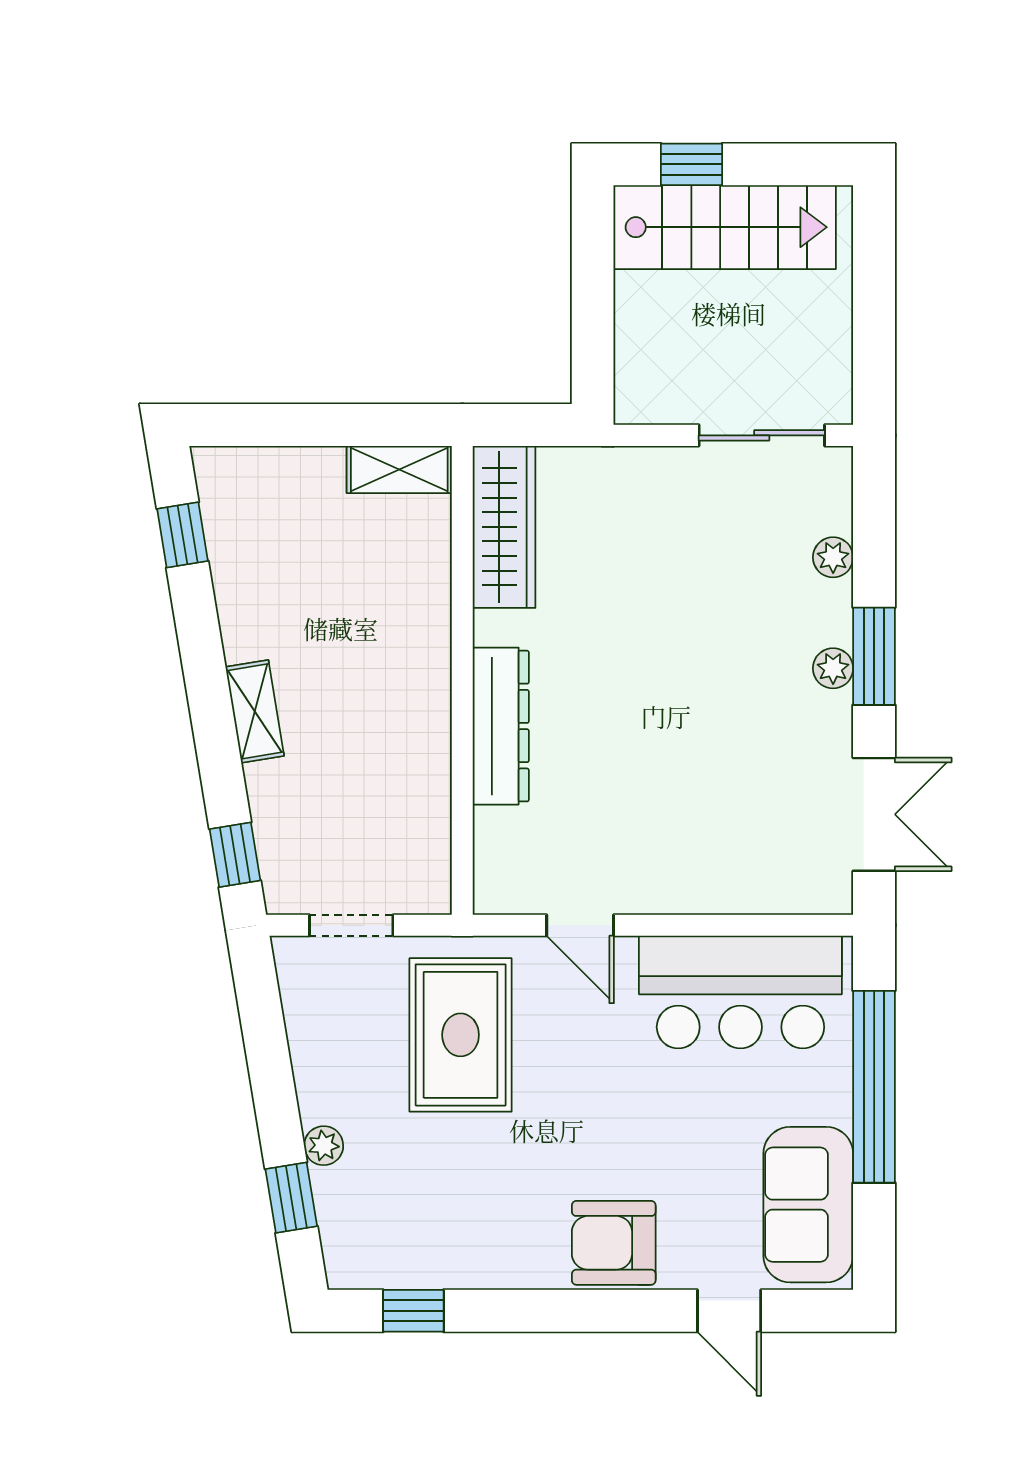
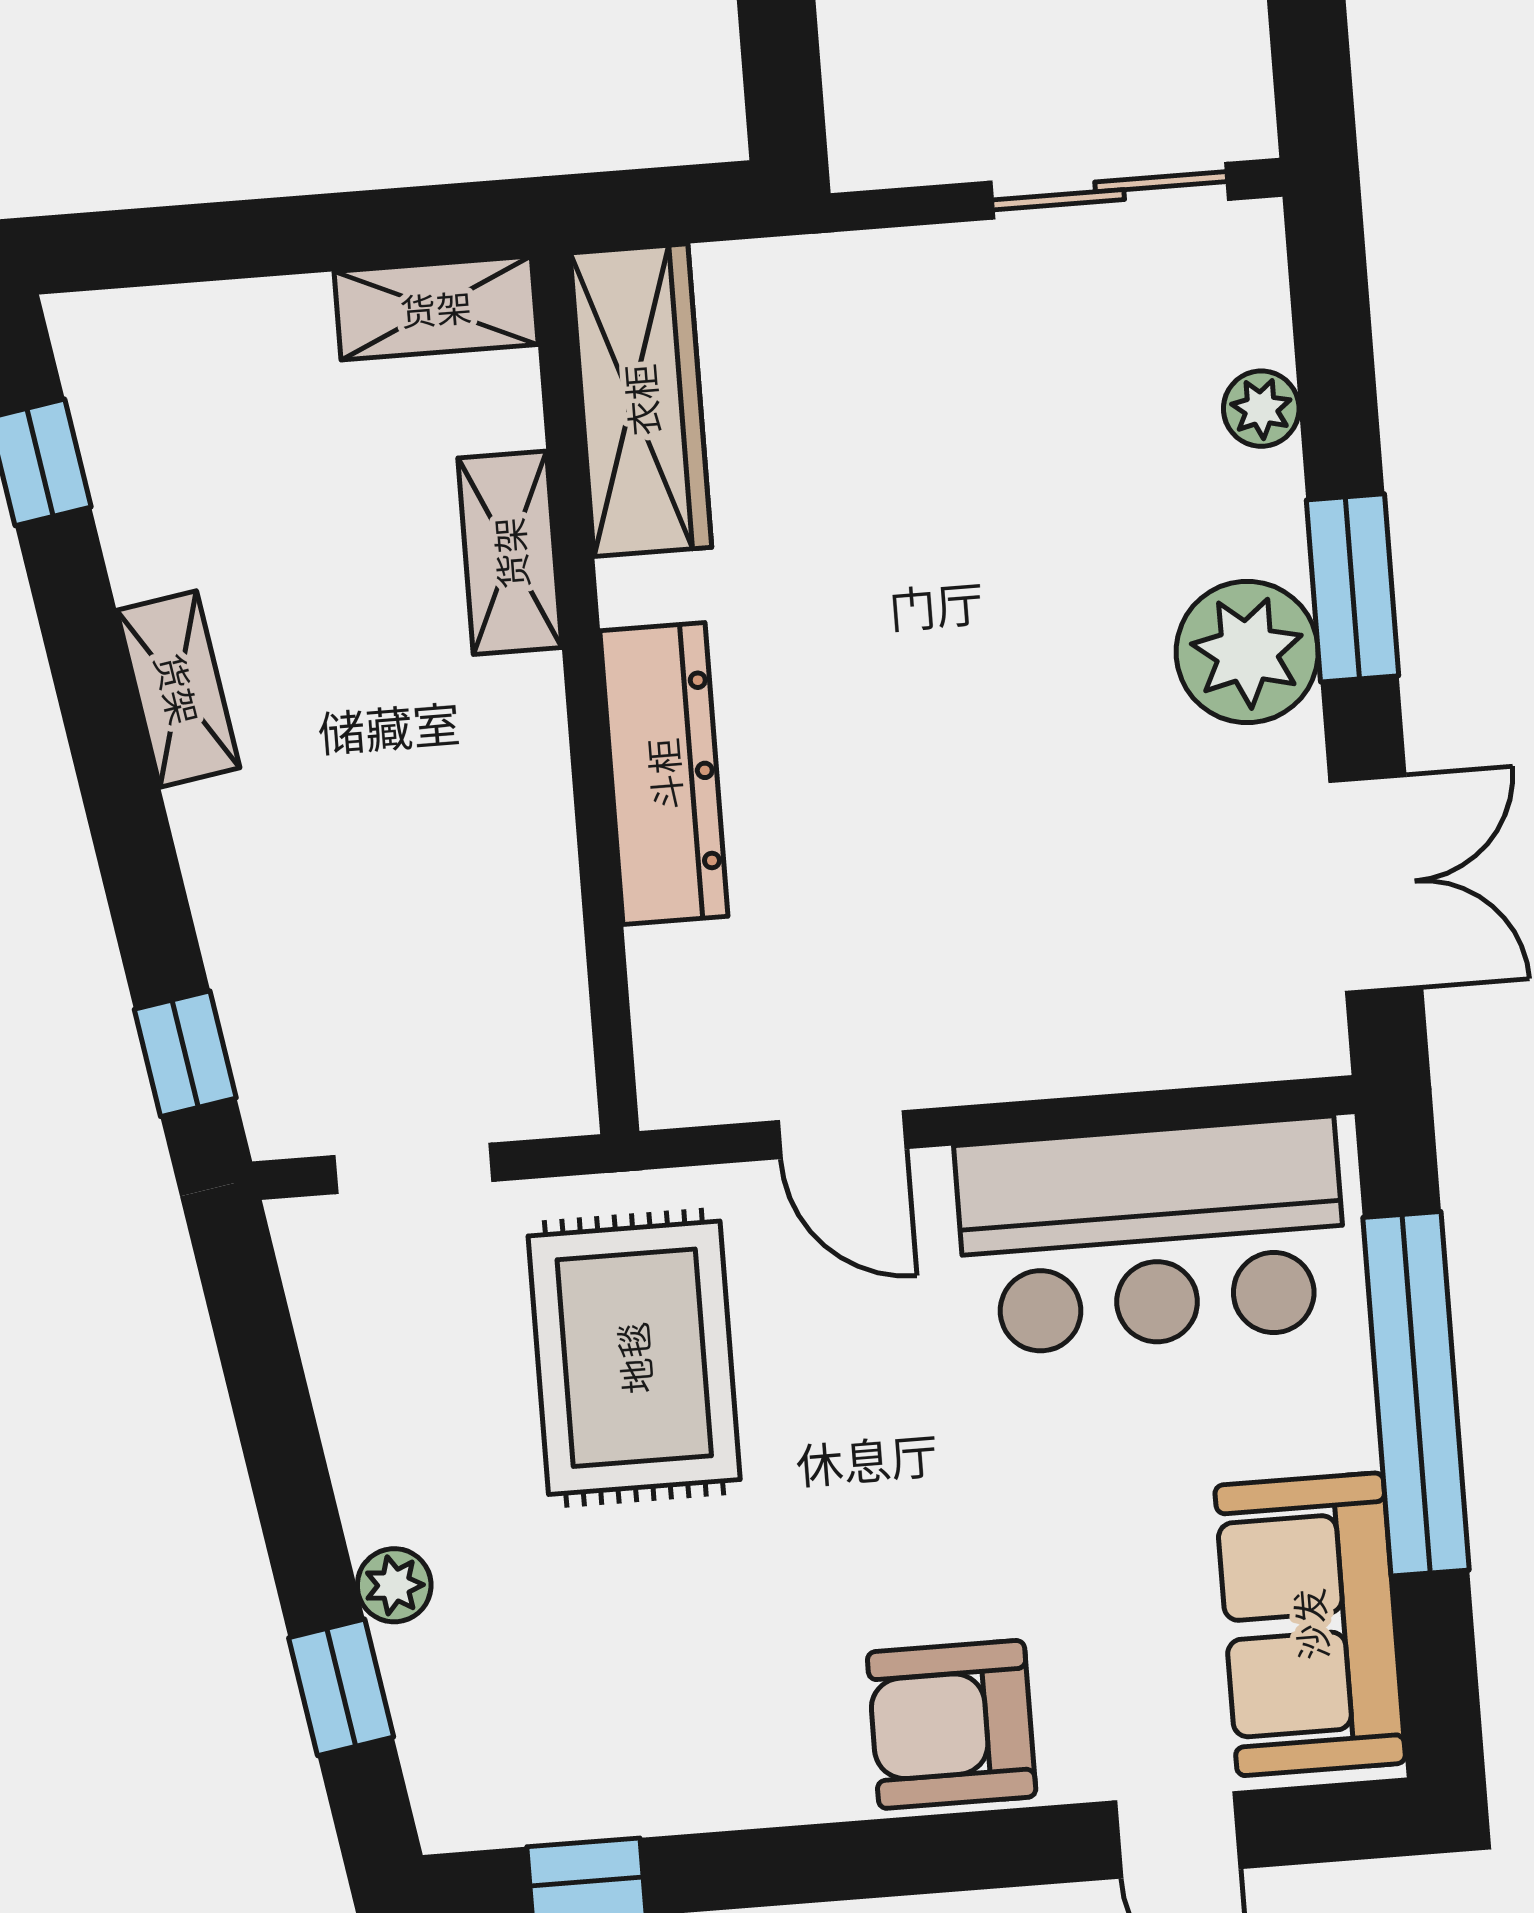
shelving: (428, 602) -> (510, 553), added
plant: (833, 668) -> (1247, 652), width x1.88, depth x1.88
shelving: (255, 711) -> (178, 689), moved

